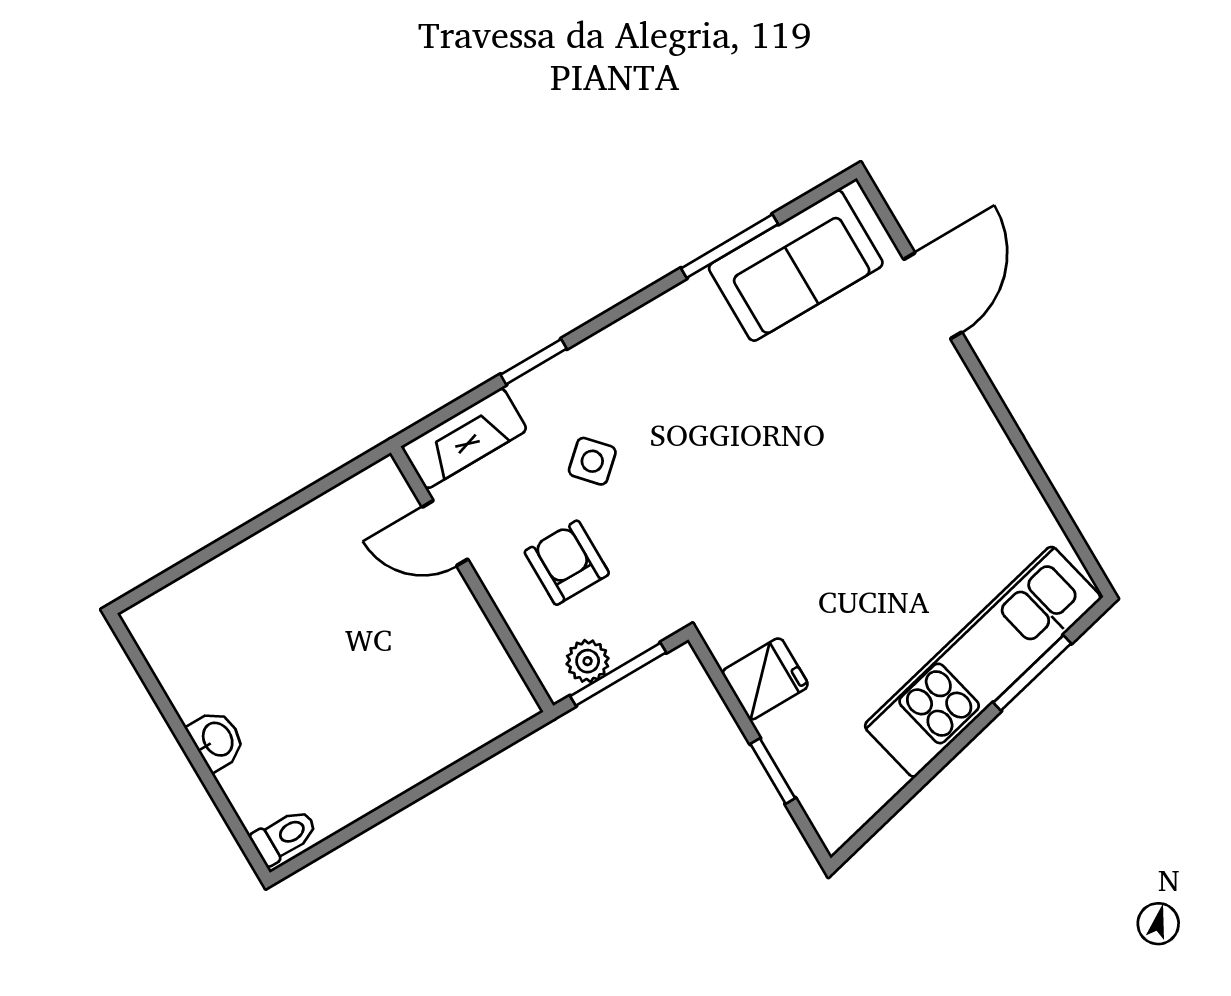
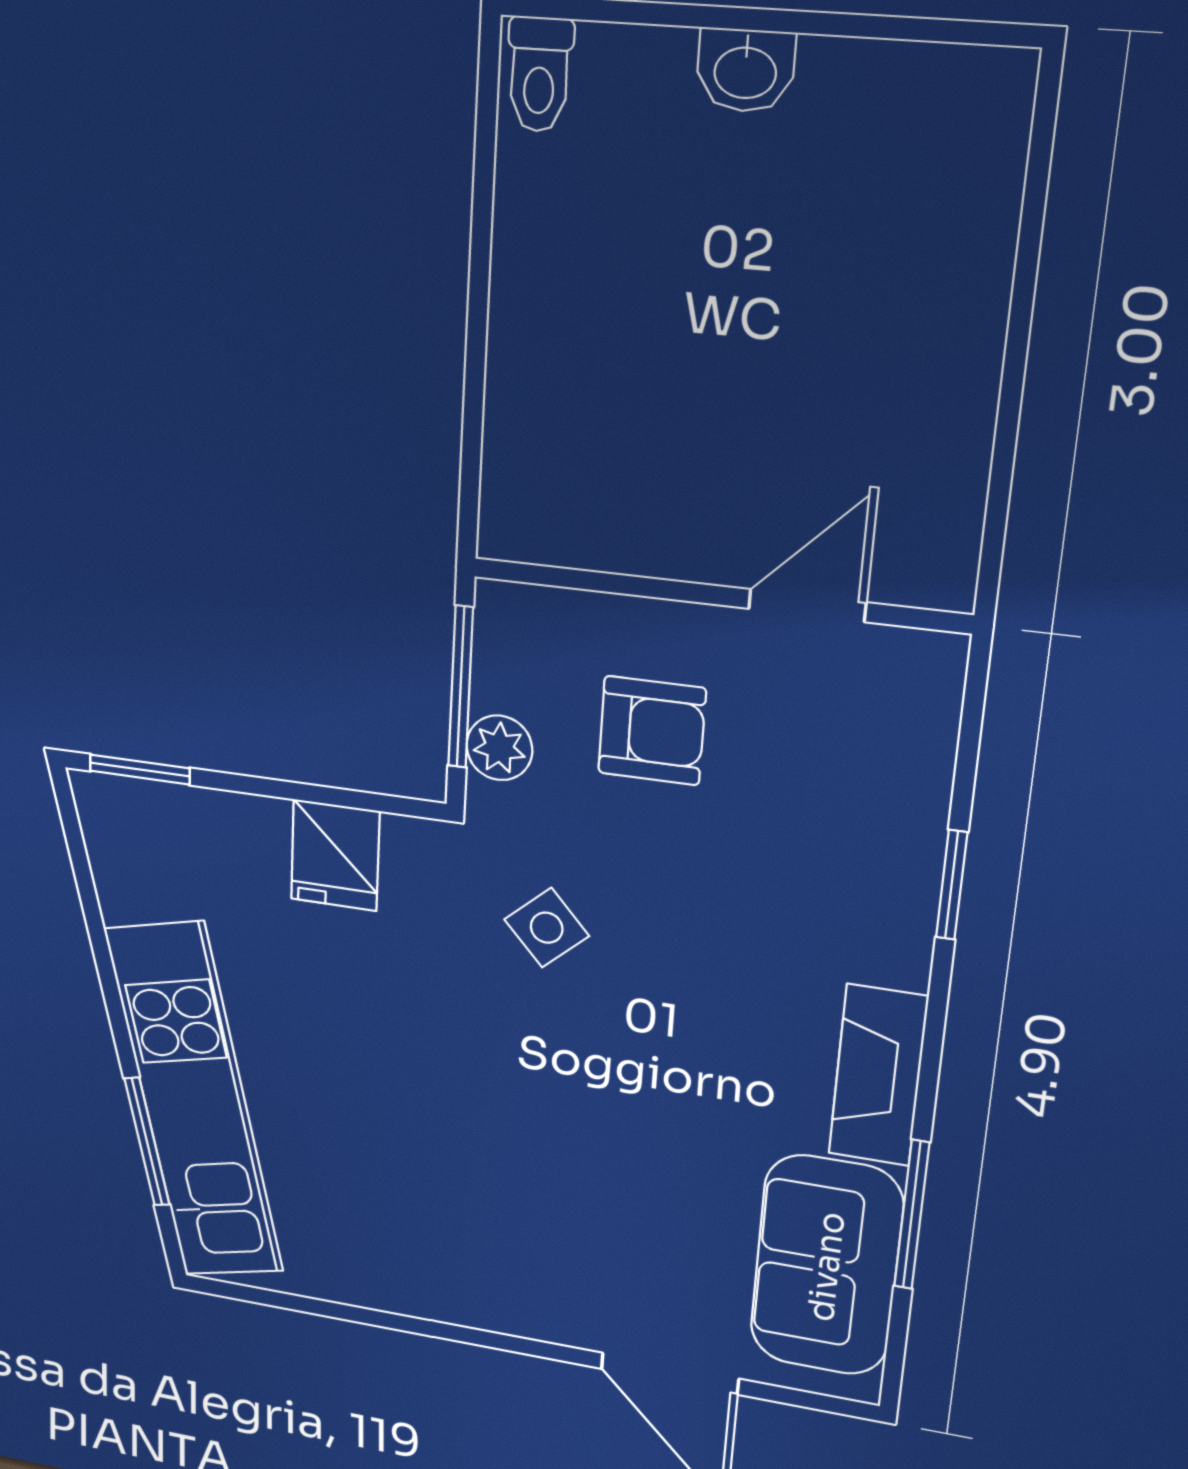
fireplace: (464, 438) -> (878, 1075), moved
side table: (592, 461) -> (547, 928), moved
plant: (588, 661) -> (499, 748), moved
window: (773, 771) -> (140, 770), moved

